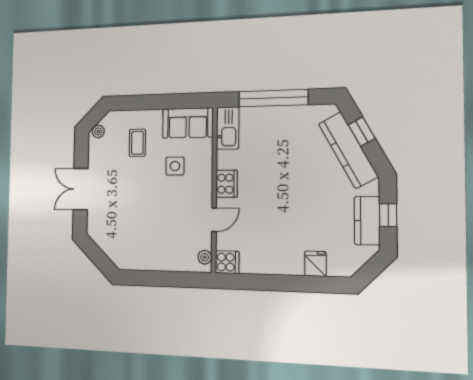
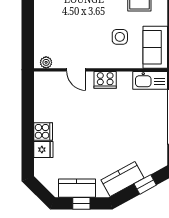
kitchen counter: (348, 150) -> (123, 179), width x0.67
cooker: (227, 262) -> (43, 131), moved, turned -90

